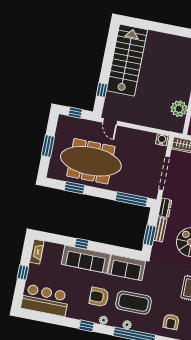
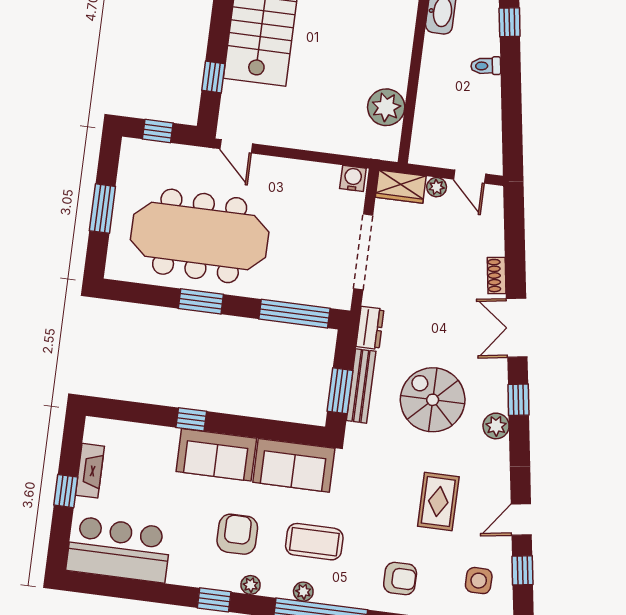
window: (75, 188) -> (201, 301), moved
bench: (160, 229) -> (361, 386), width x1.36
fireplace: (37, 252) -> (90, 471), moved
sofa: (86, 259) -> (216, 455), width x0.73
armchair: (99, 297) -> (237, 534), turned 90
coffee table: (133, 303) -> (314, 542), width x0.73, depth x0.76
armchair: (171, 322) -> (400, 579), turned -90

